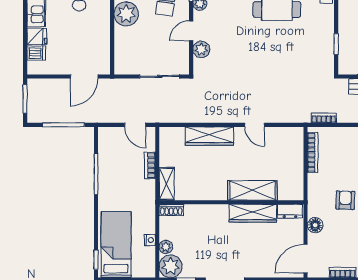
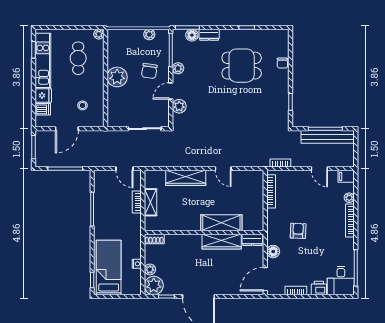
stool: (84, 48) -> (83, 105), added
door: (84, 77) -> (67, 129), moved
shelving: (167, 184) -> (150, 202), moved

